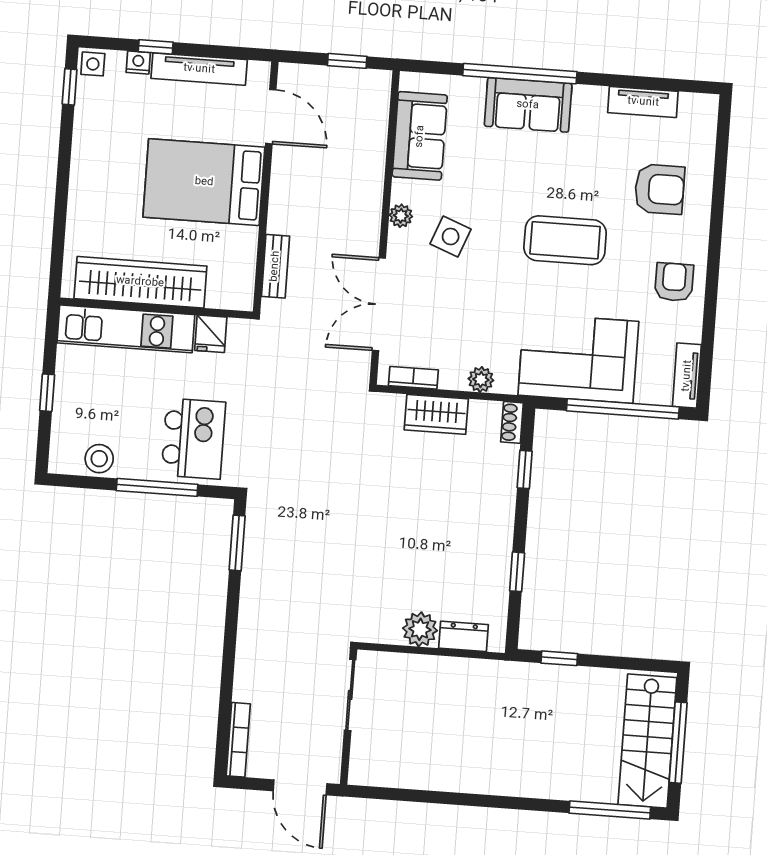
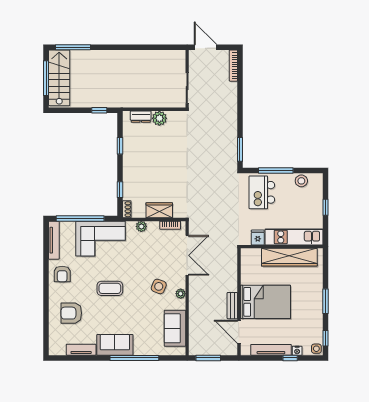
window: (347, 61) -> (208, 358), width x1.50
sofa: (528, 105) -> (115, 345), moved
window: (63, 173) -> (326, 301), added
coffee table: (565, 240) -> (110, 288), width x0.73, depth x0.76
bench: (275, 266) -> (232, 306), moved
tv unit: (687, 376) -> (54, 240), width x1.41

